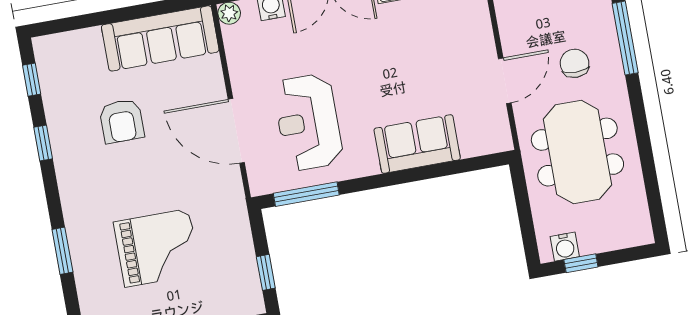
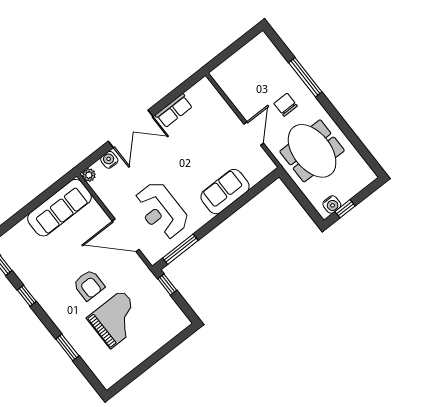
armchair: (122, 121) -> (89, 285), moved
window: (266, 272) -> (167, 285), moved

